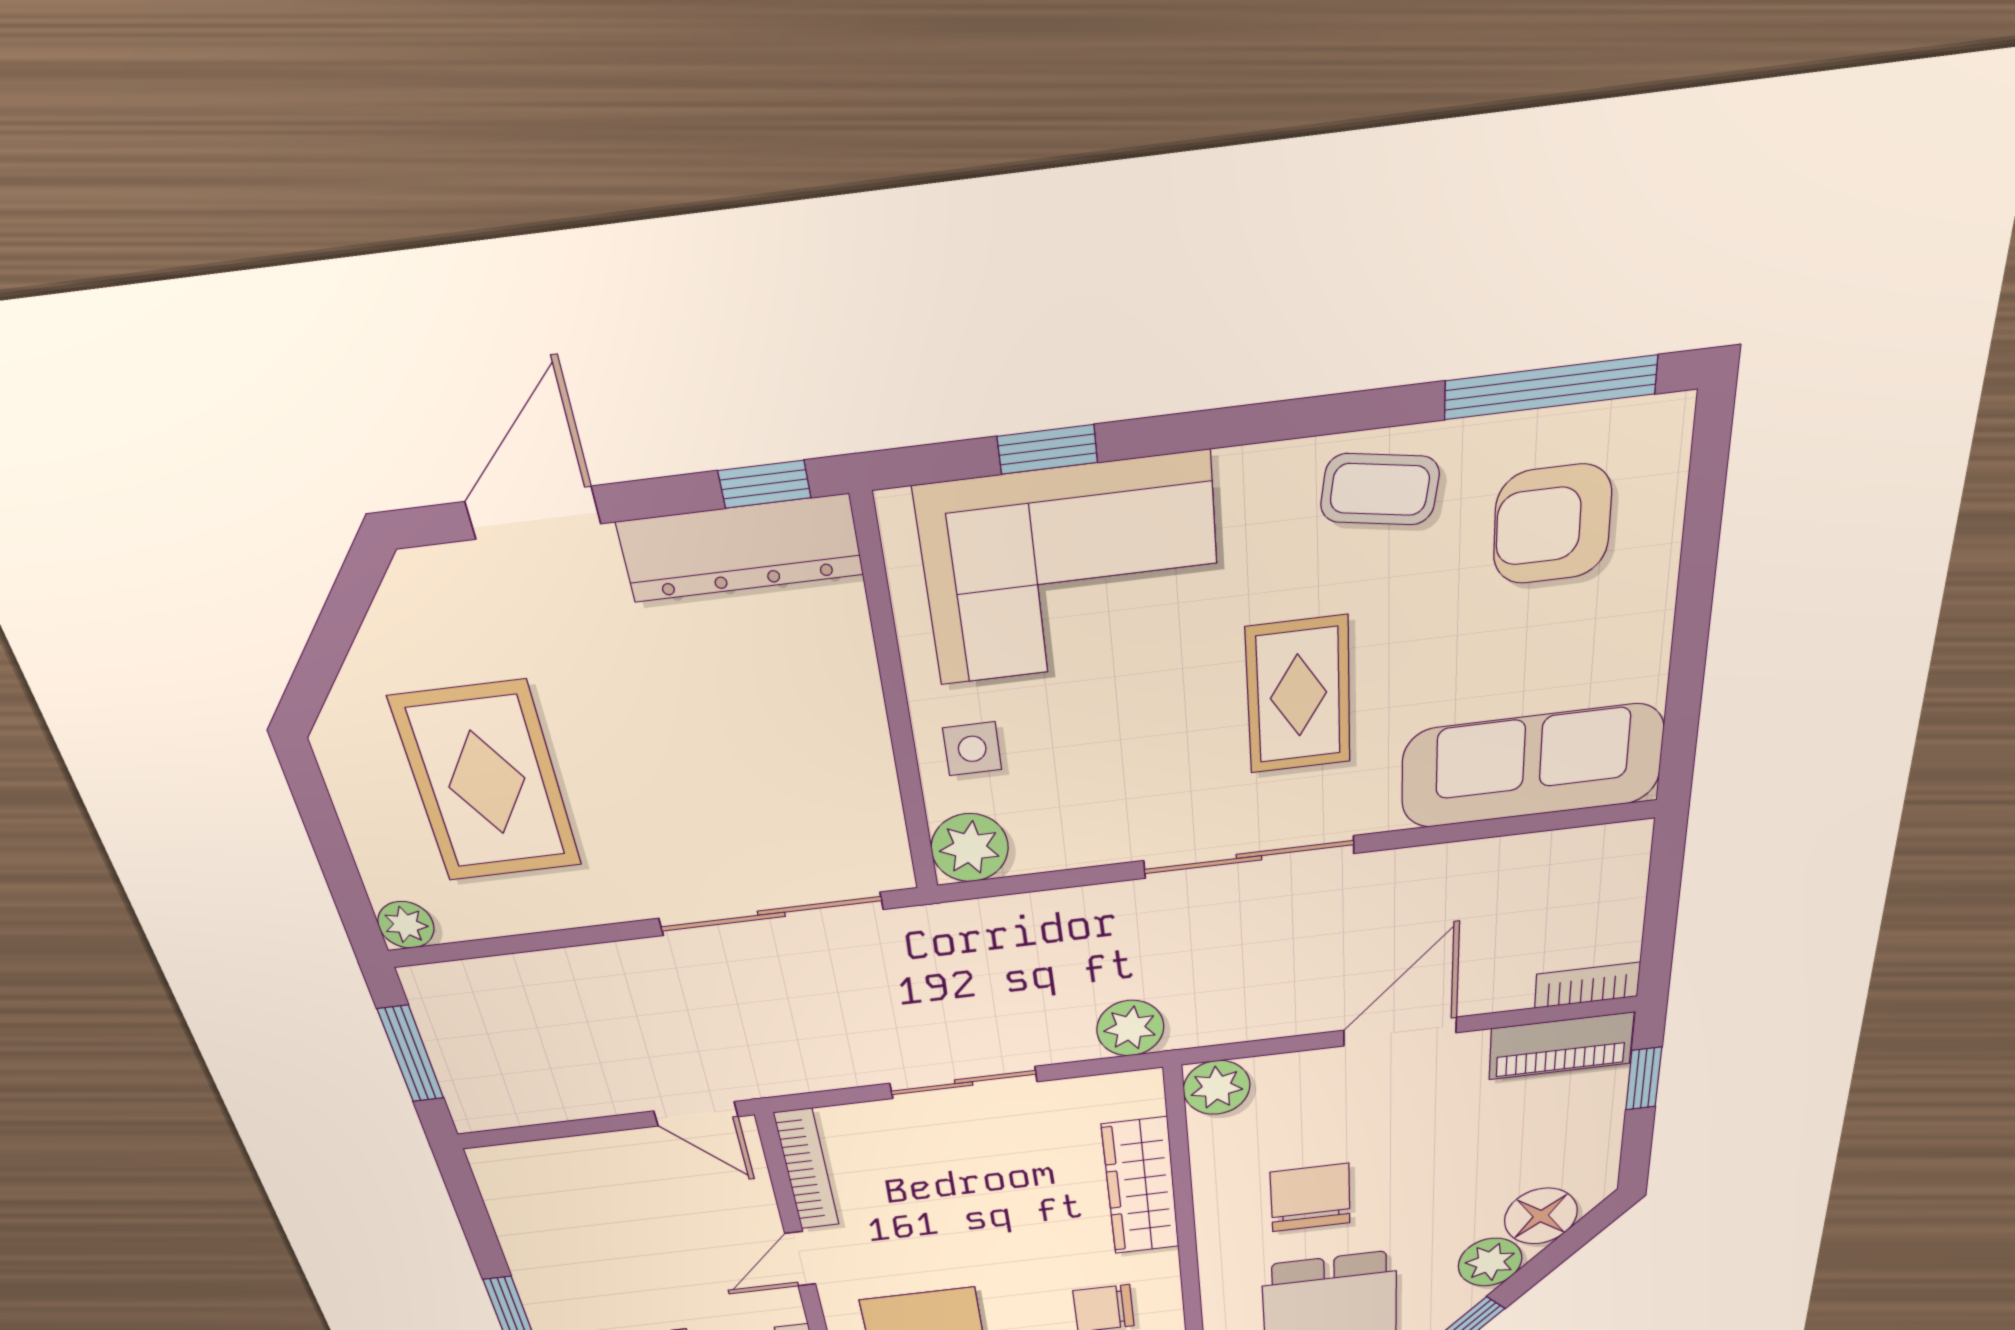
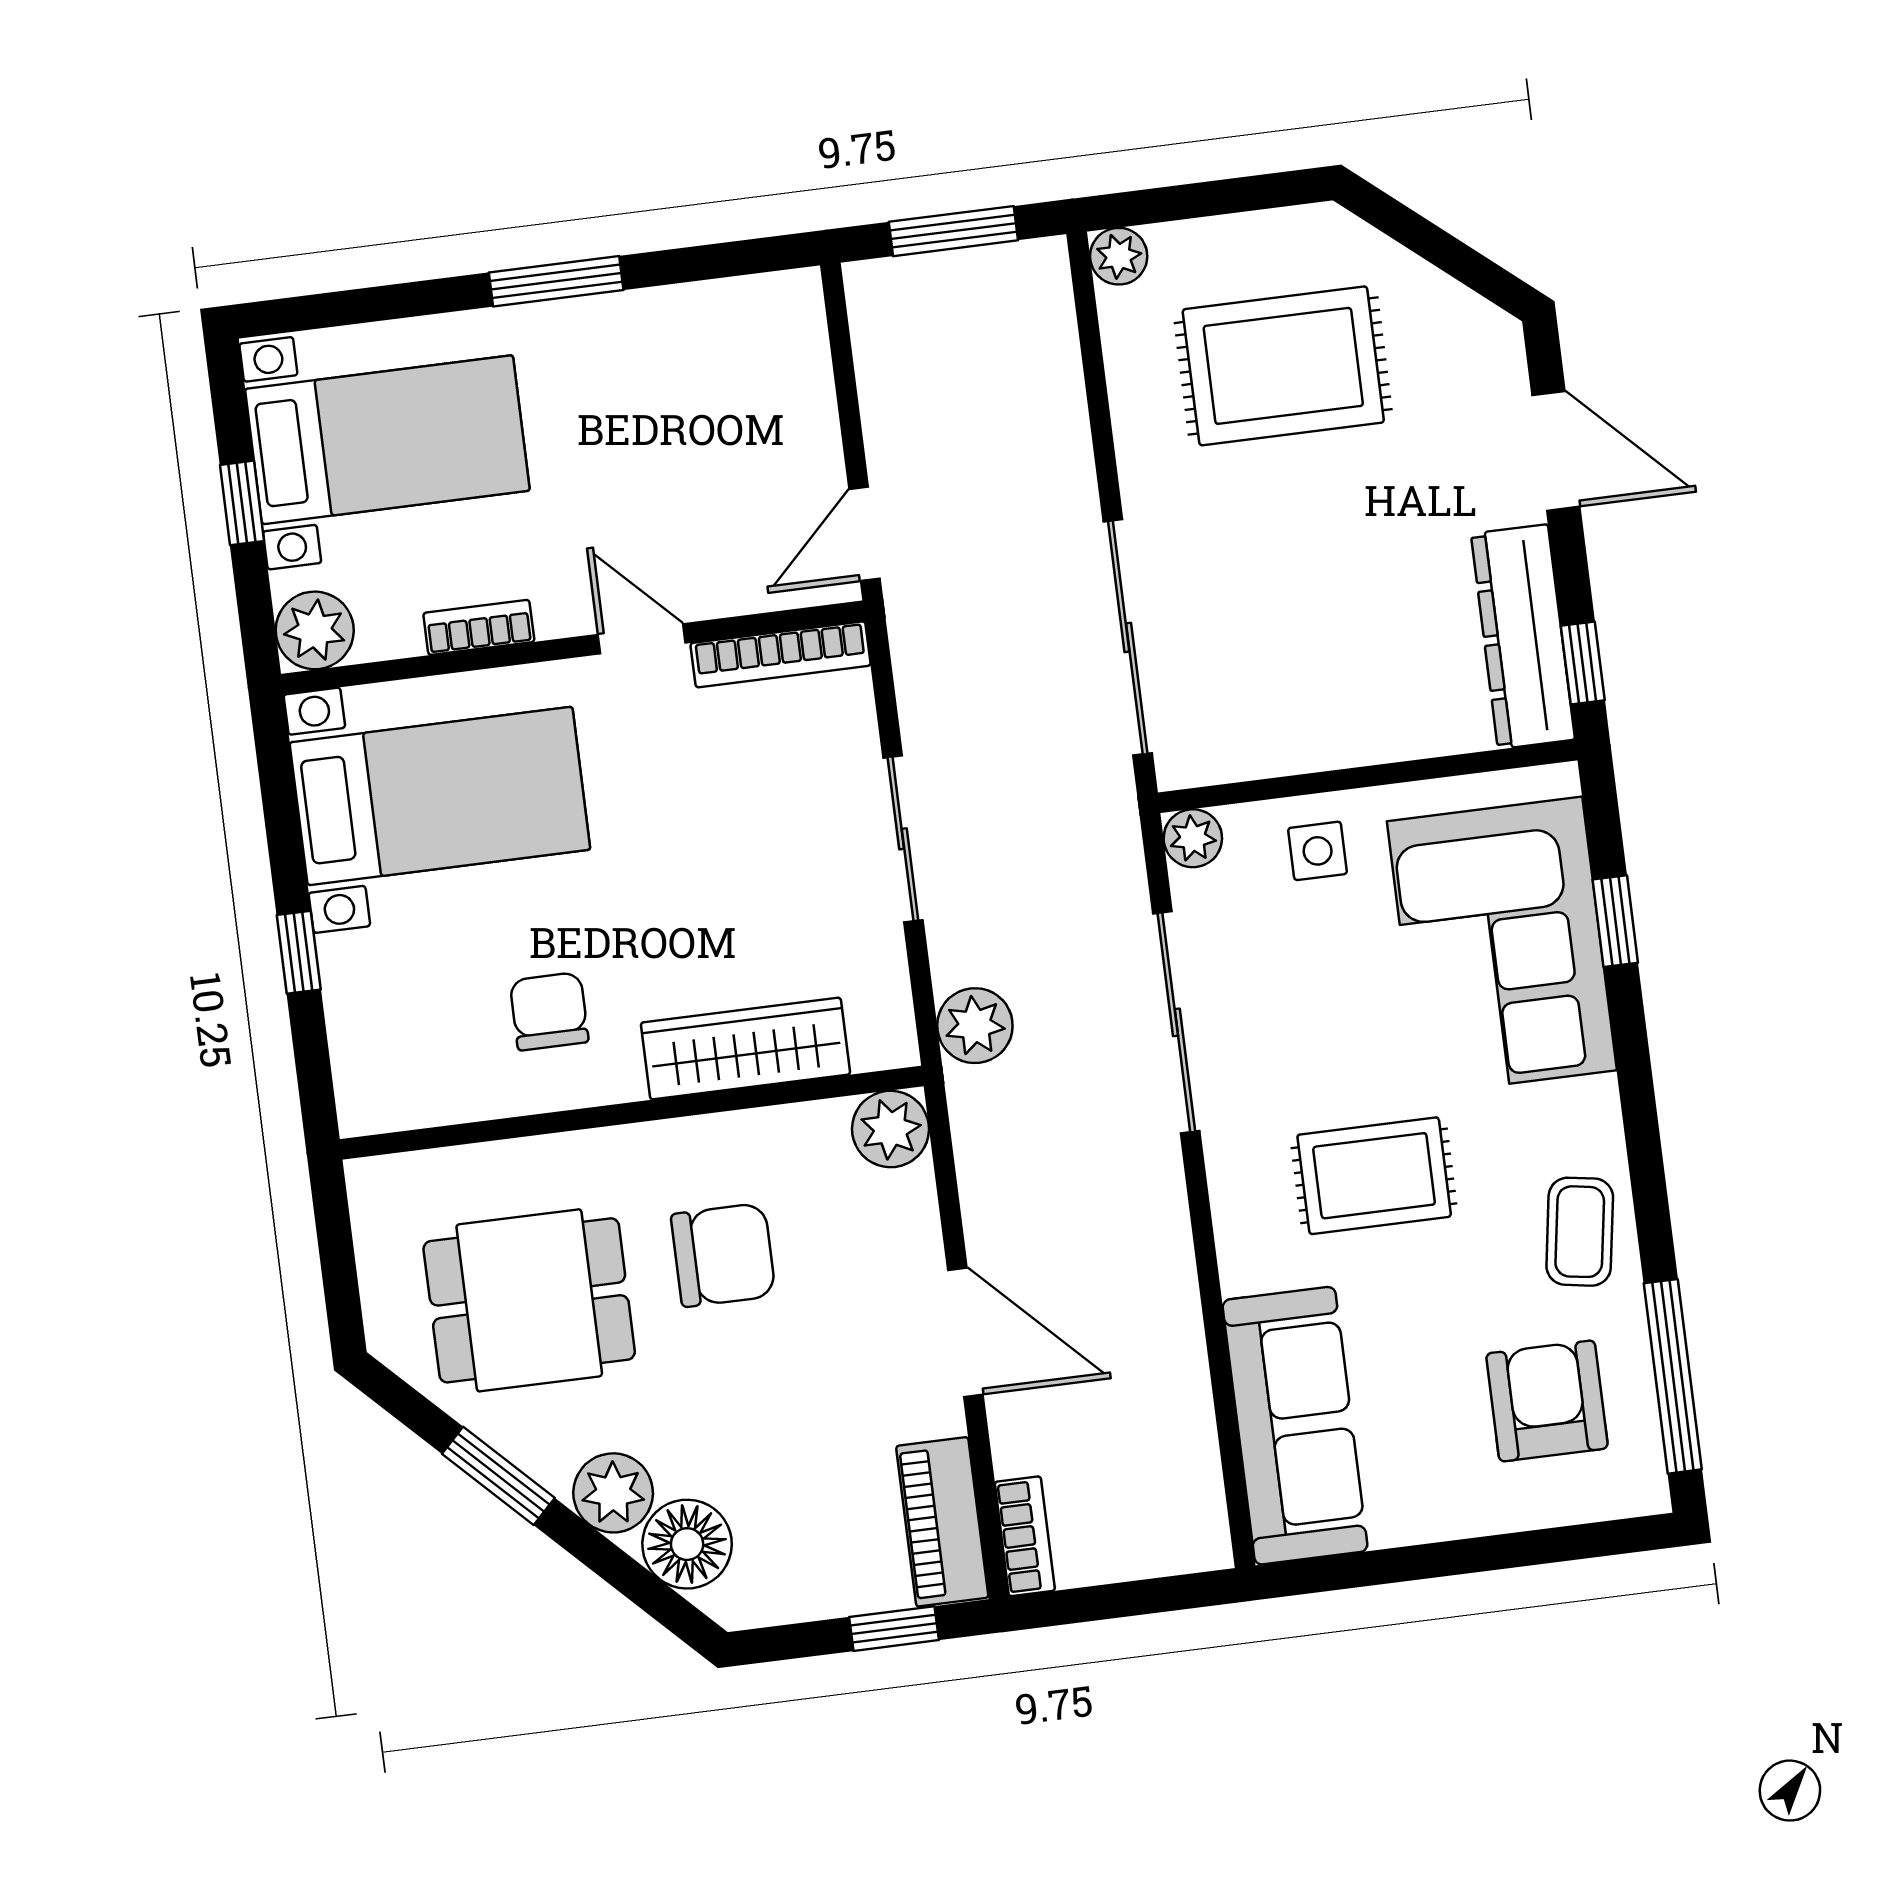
plant: (970, 848) -> (1193, 838), width x0.73, depth x0.73
sliding door: (1249, 857) -> (1176, 1022), moved

